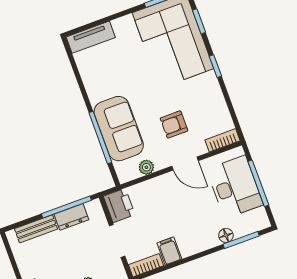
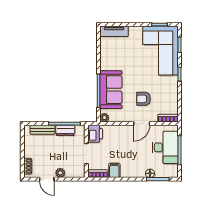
door: (185, 164) -> (142, 124), hinge flipped
plant: (146, 167) -> (104, 118), moved

